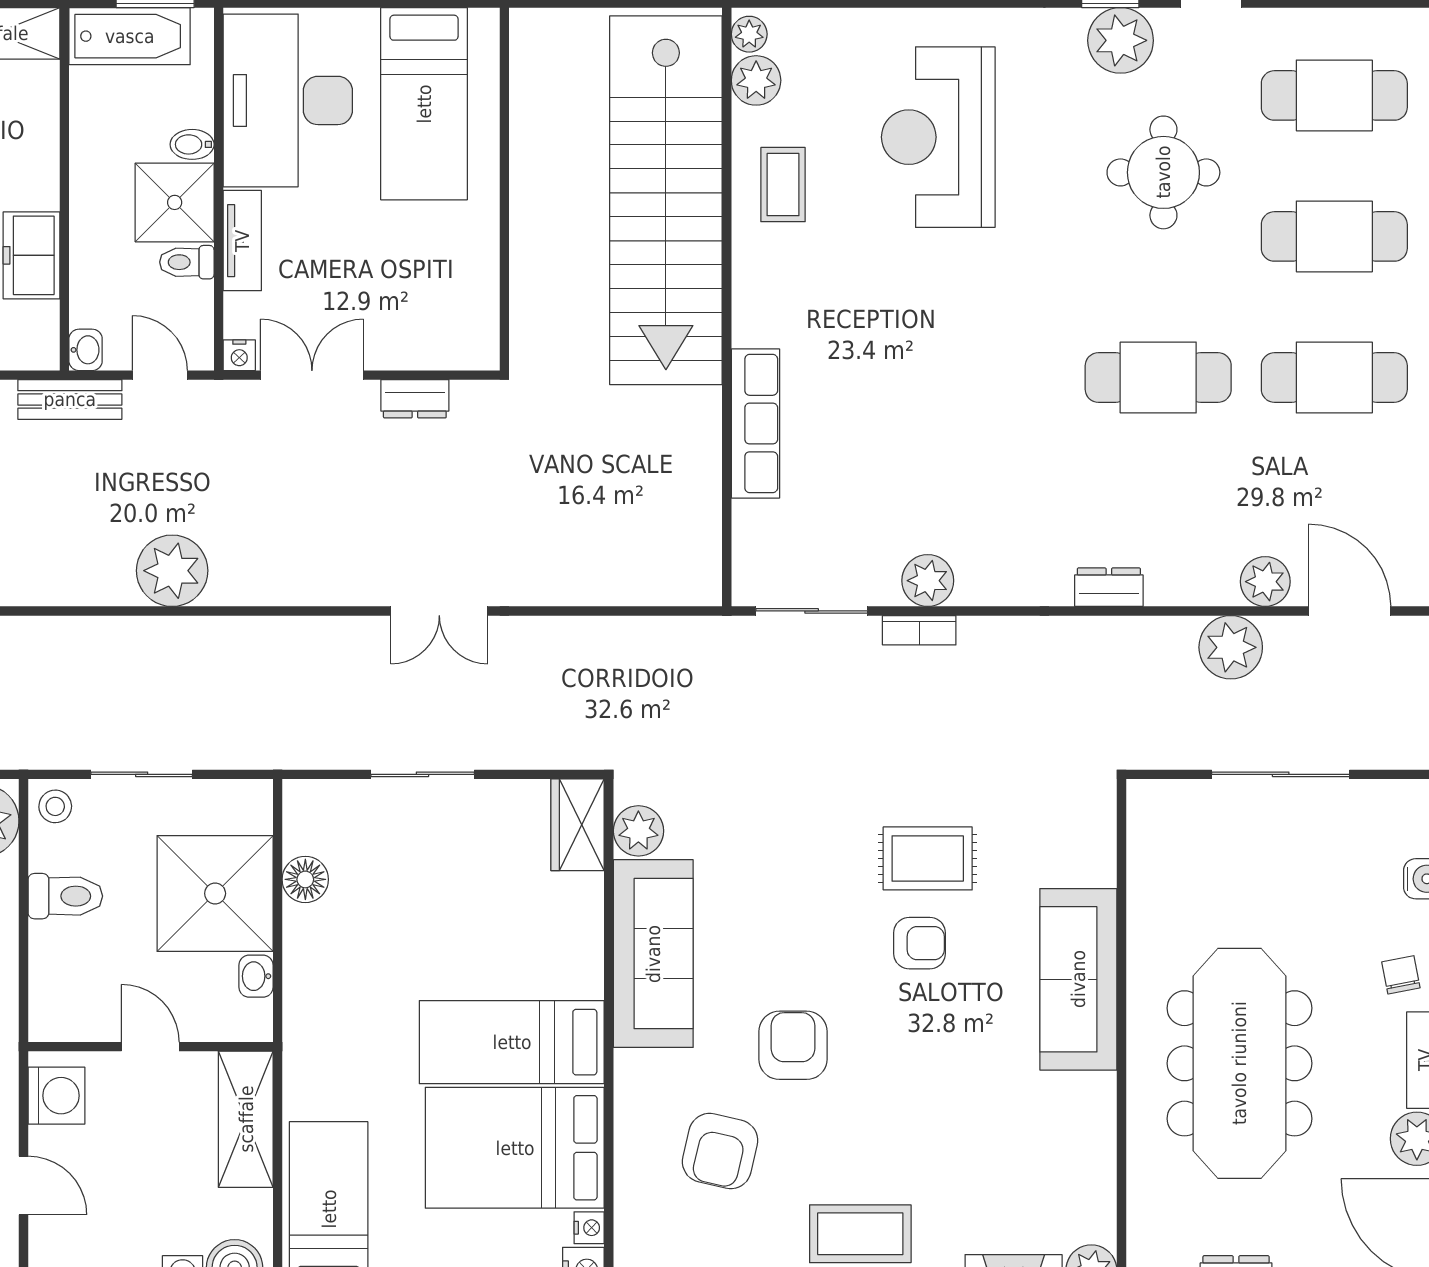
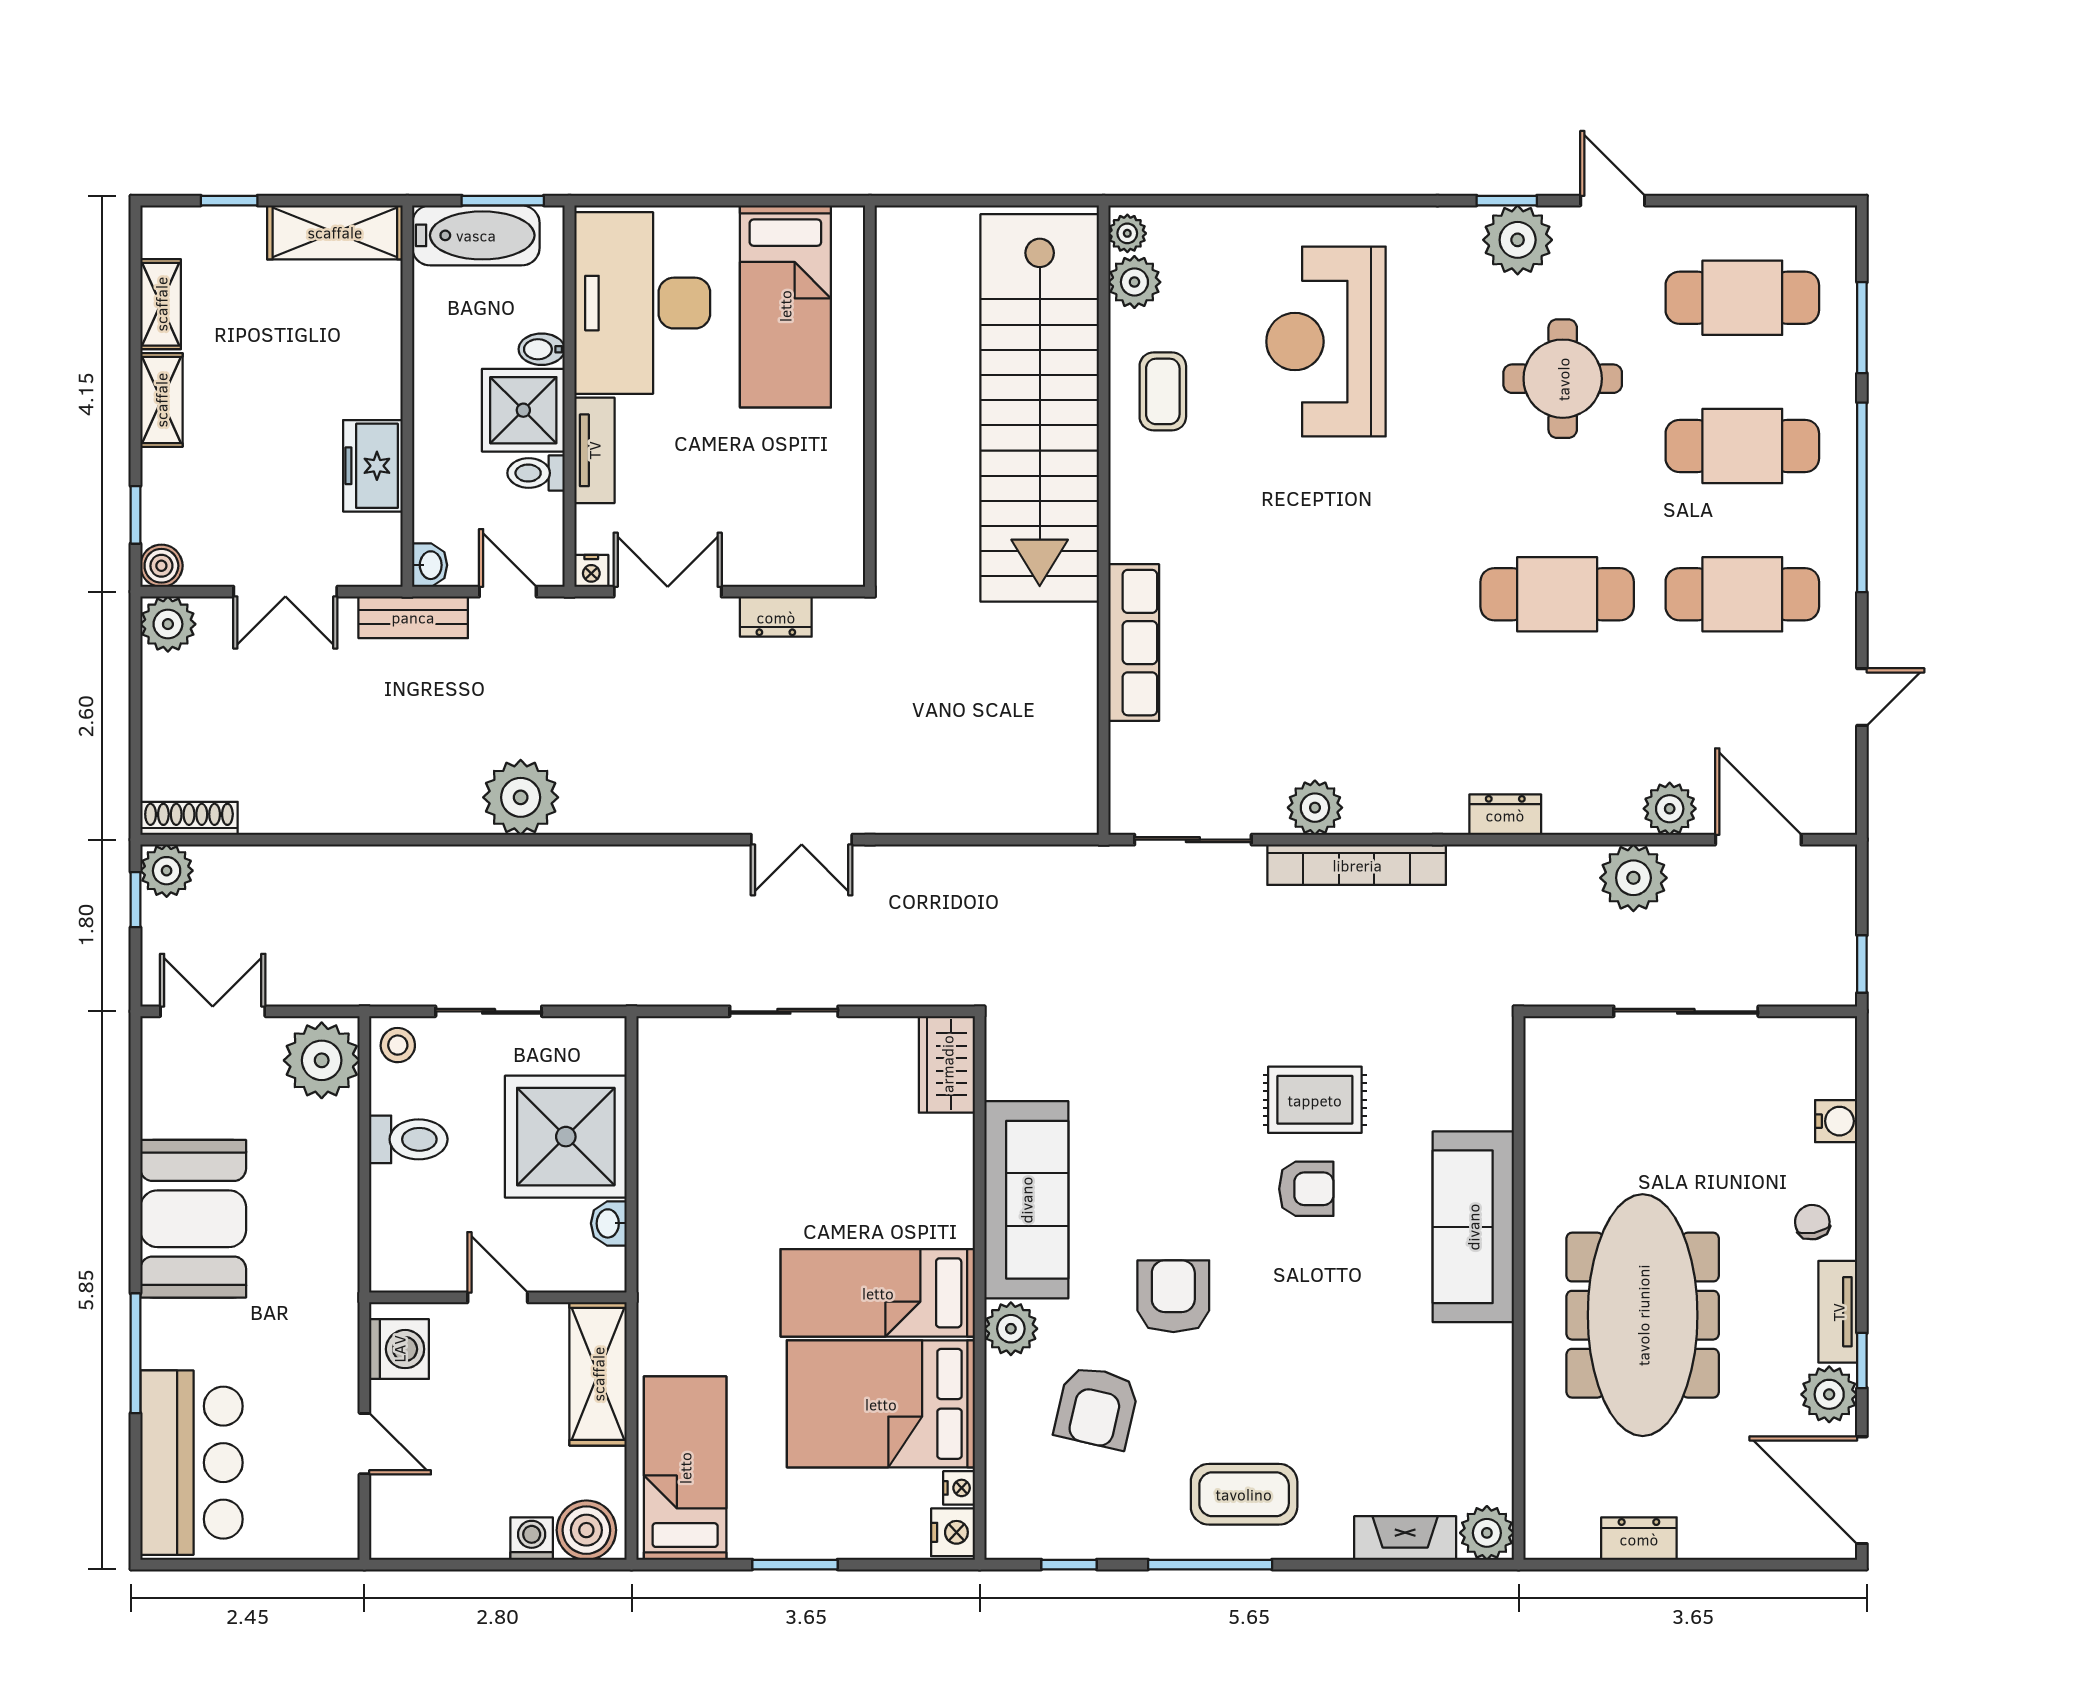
bookcase: (919, 630) -> (1357, 865), width x2.31, depth x1.31
plant: (638, 831) -> (1011, 1329), moved
floor lamp: (305, 879) -> (661, 1122), removed

